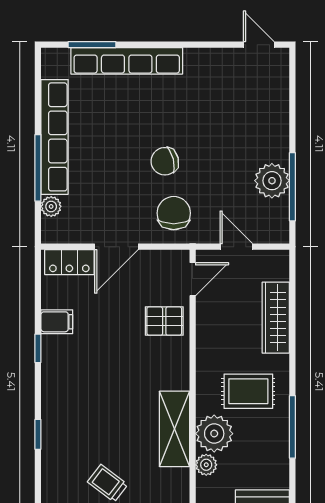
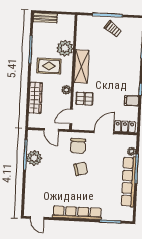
row of seats: (127, 61) -> (77, 213), moved
shelving: (175, 429) -> (81, 66), moved
plant: (206, 465) -> (66, 90), moved

